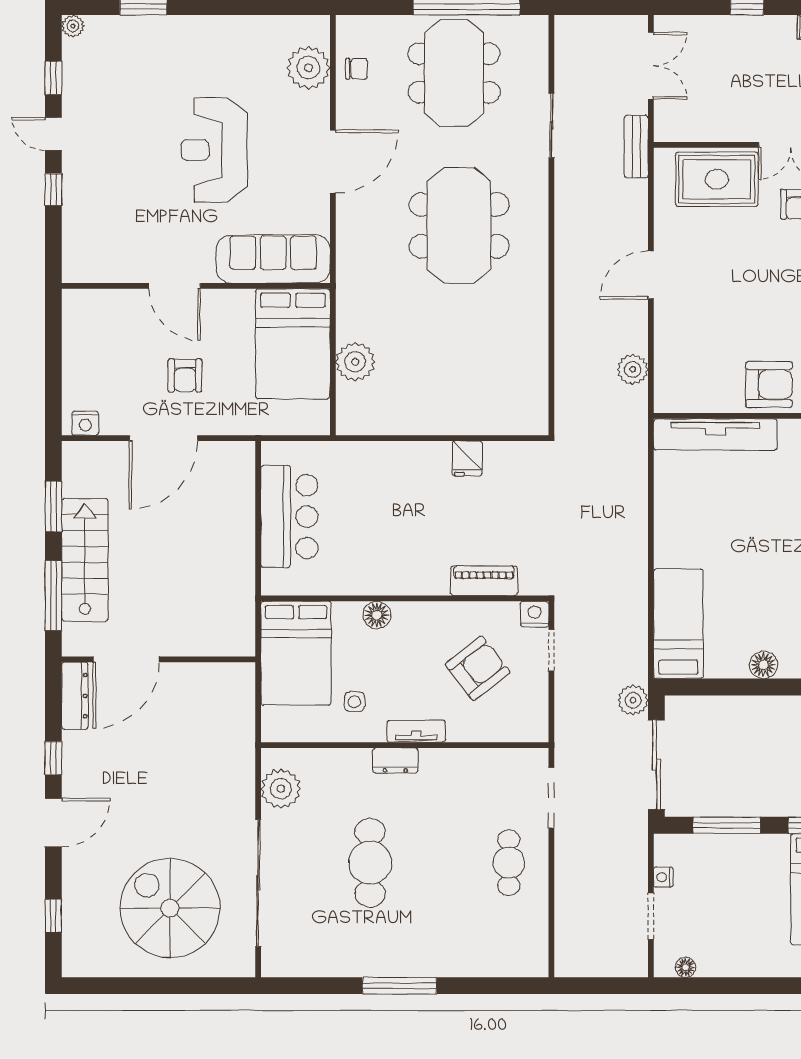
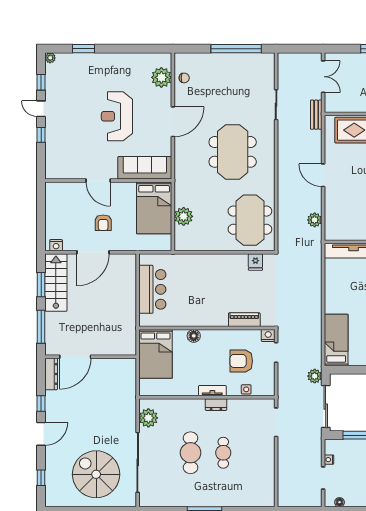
meeting table: (454, 73) -> (250, 220), moved
door: (651, 275) -> (323, 175), hinge flipped
fridge: (467, 459) -> (255, 262), moved
stairs: (85, 560) -> (56, 283), moved
armchair: (478, 668) -> (241, 361), turned -142
side table: (354, 702) -> (246, 389), moved
dresser: (395, 760) -> (216, 405), moved
cafe table: (509, 863) -> (223, 453), moved

